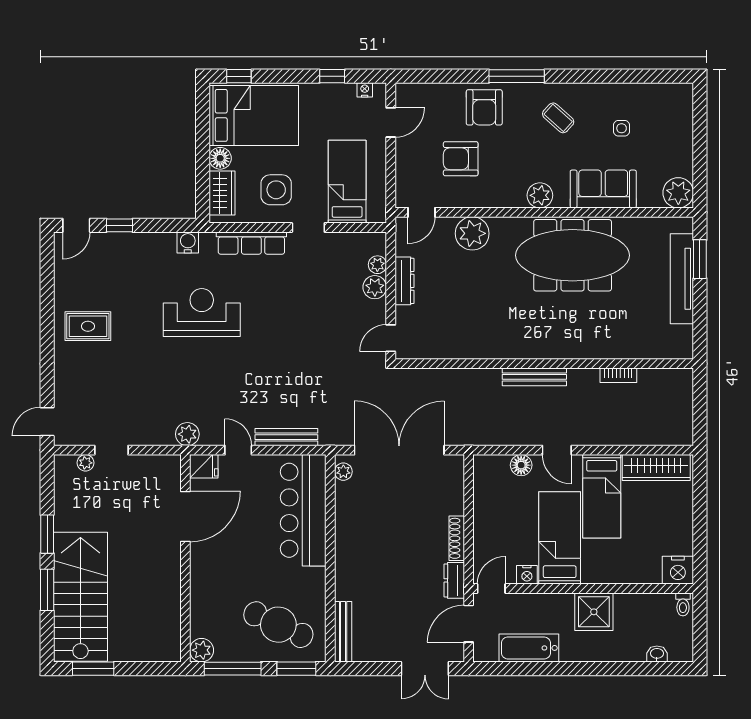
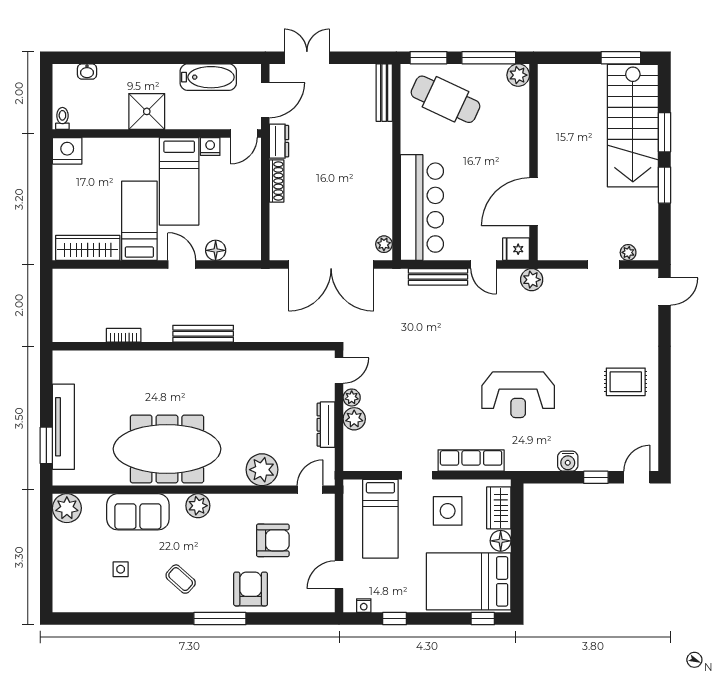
water cooler: (188, 242) -> (568, 461), moved
plant: (377, 265) -> (352, 398), moved

